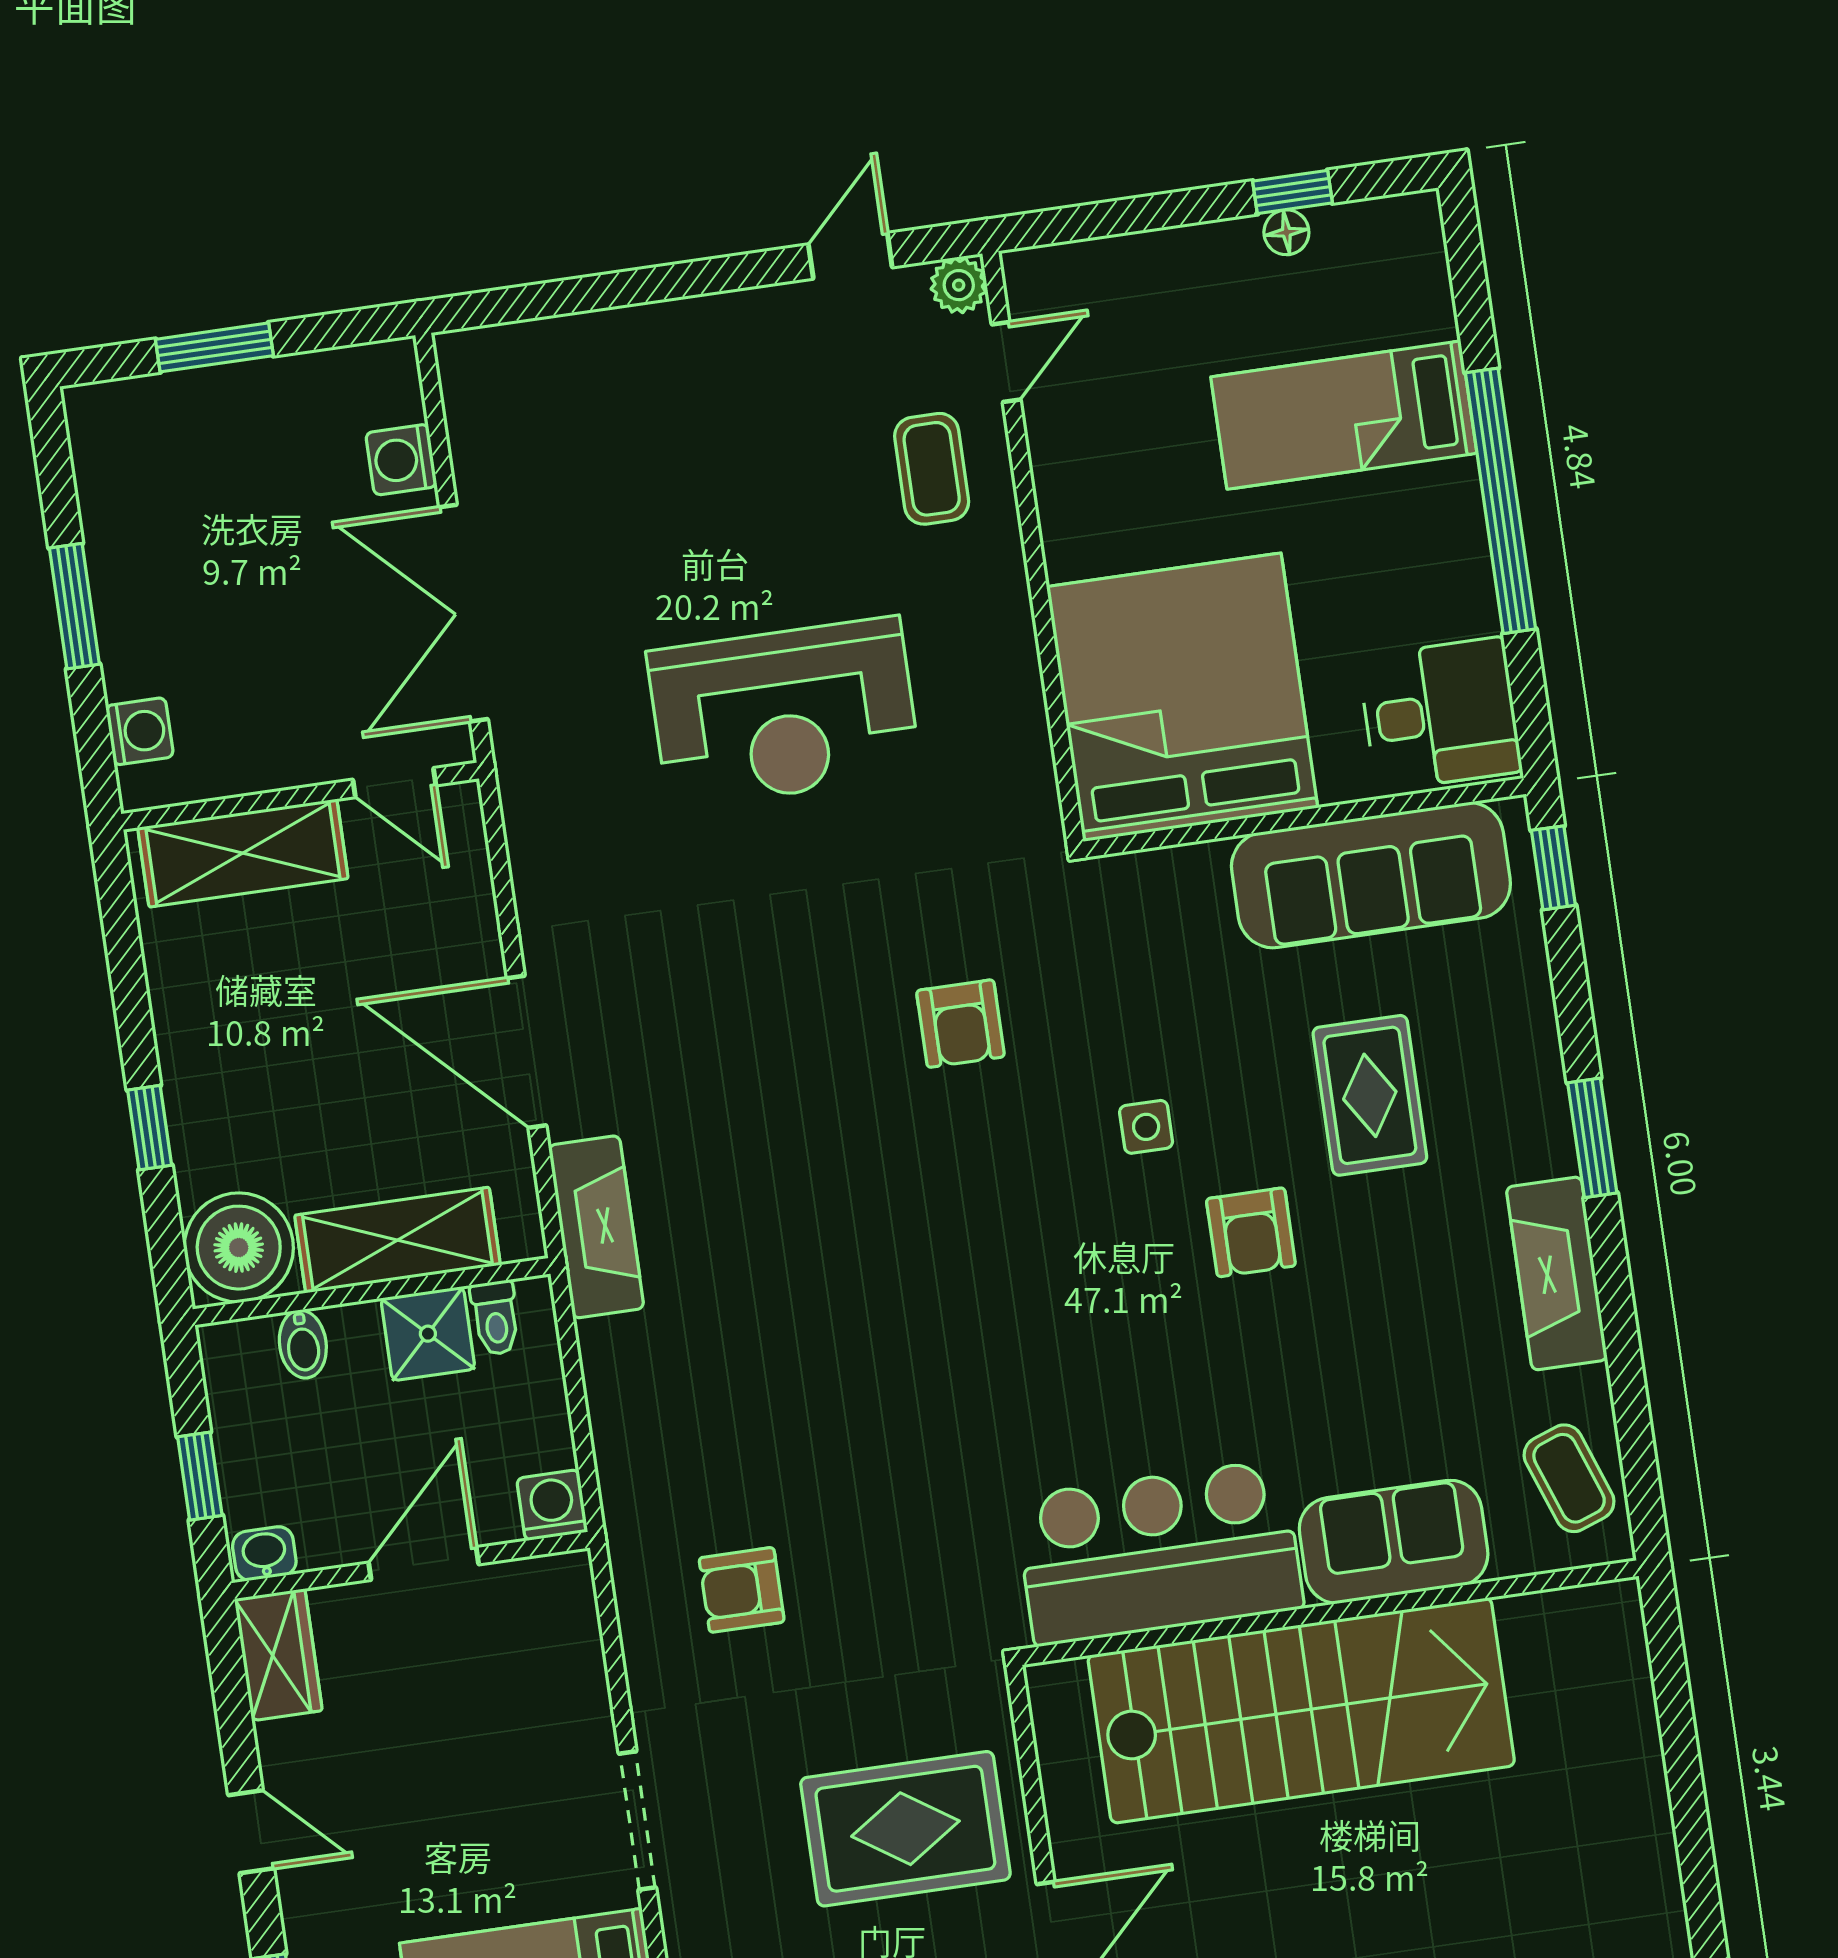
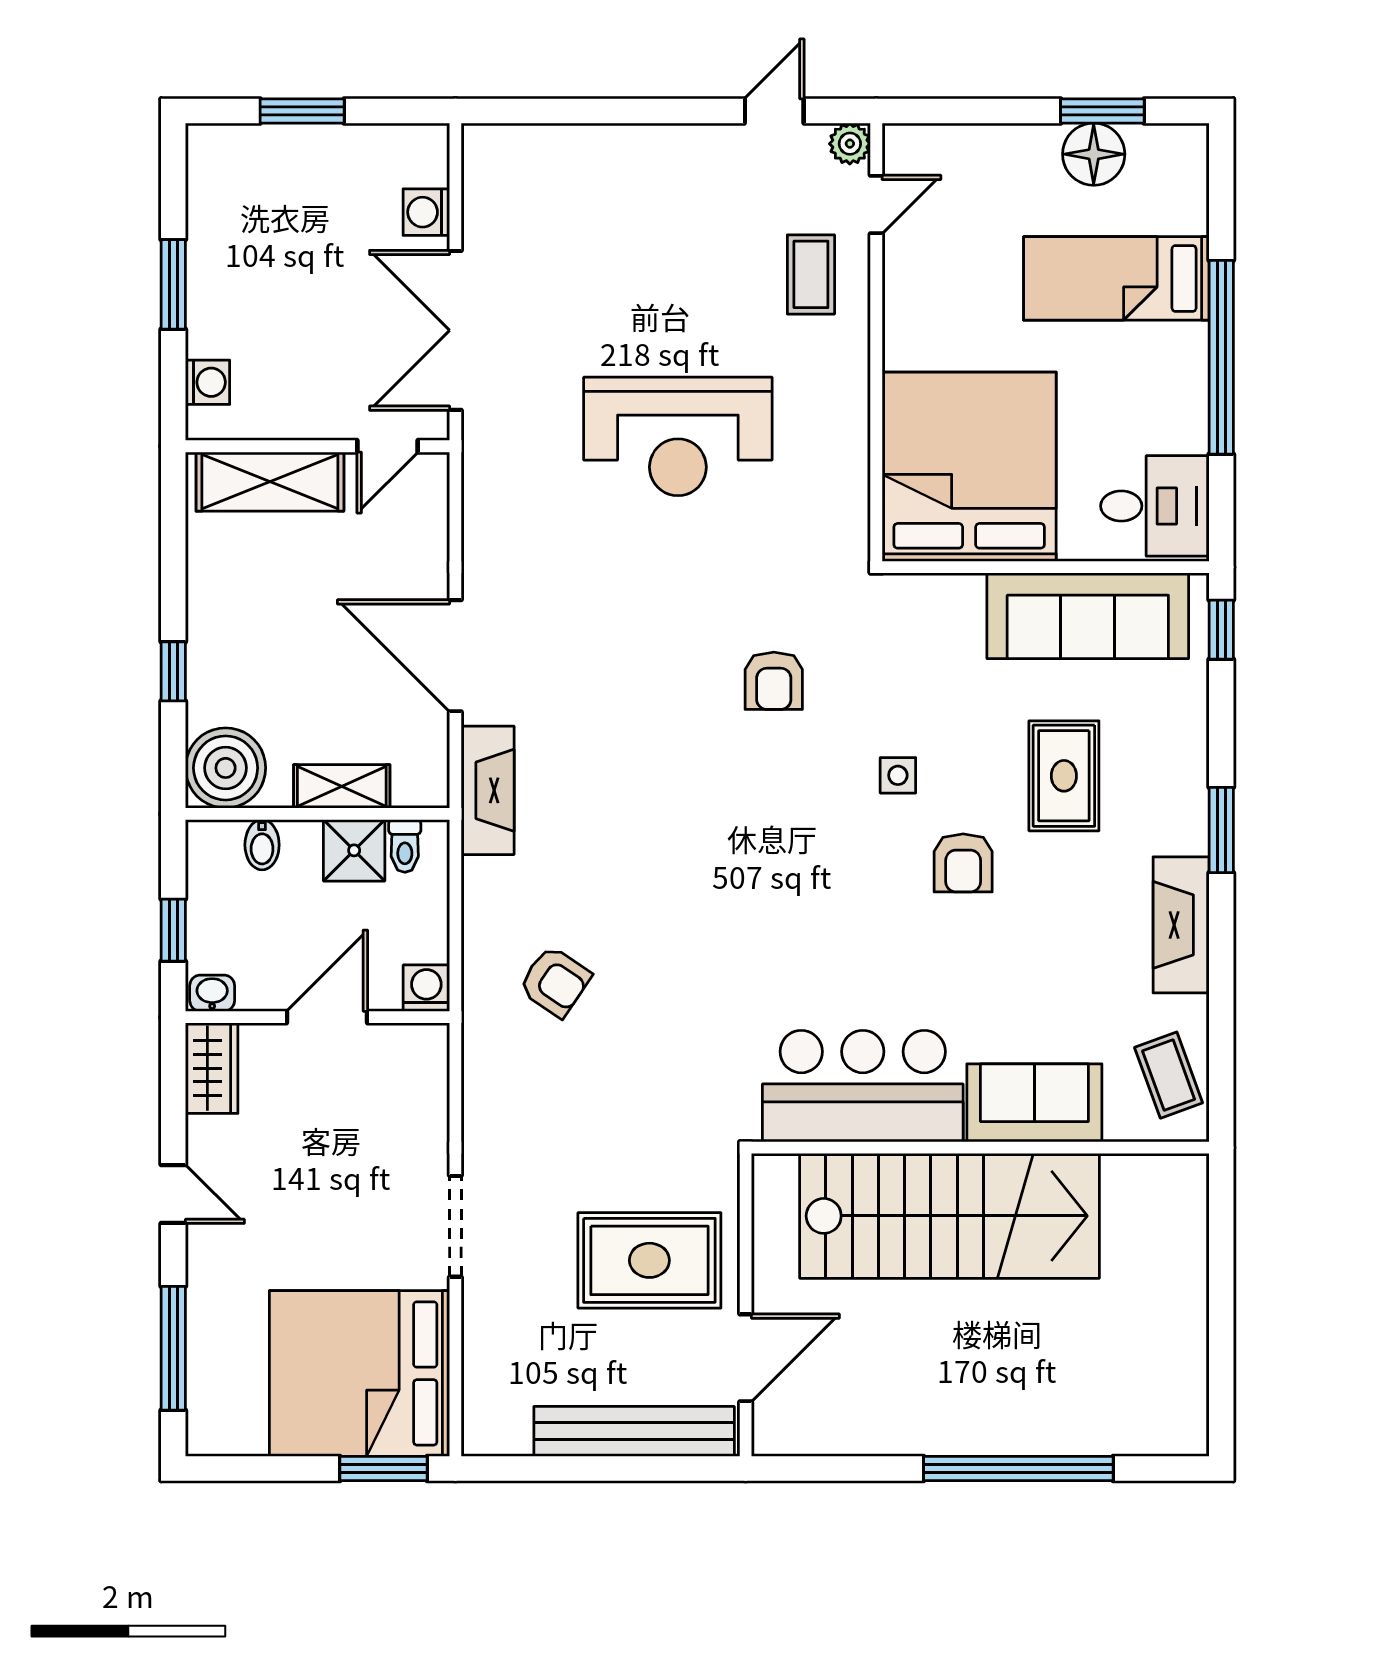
window: (1293, 192) -> (1102, 111), width x1.50
floor lamp: (1286, 232) -> (1094, 154), width x1.89, depth x1.89
door: (394, 783) -> (387, 446), hinge flipped
shelving: (398, 1240) -> (342, 786), width x0.67, depth x0.75
armchair: (742, 1590) -> (555, 982), moved, turned -146

